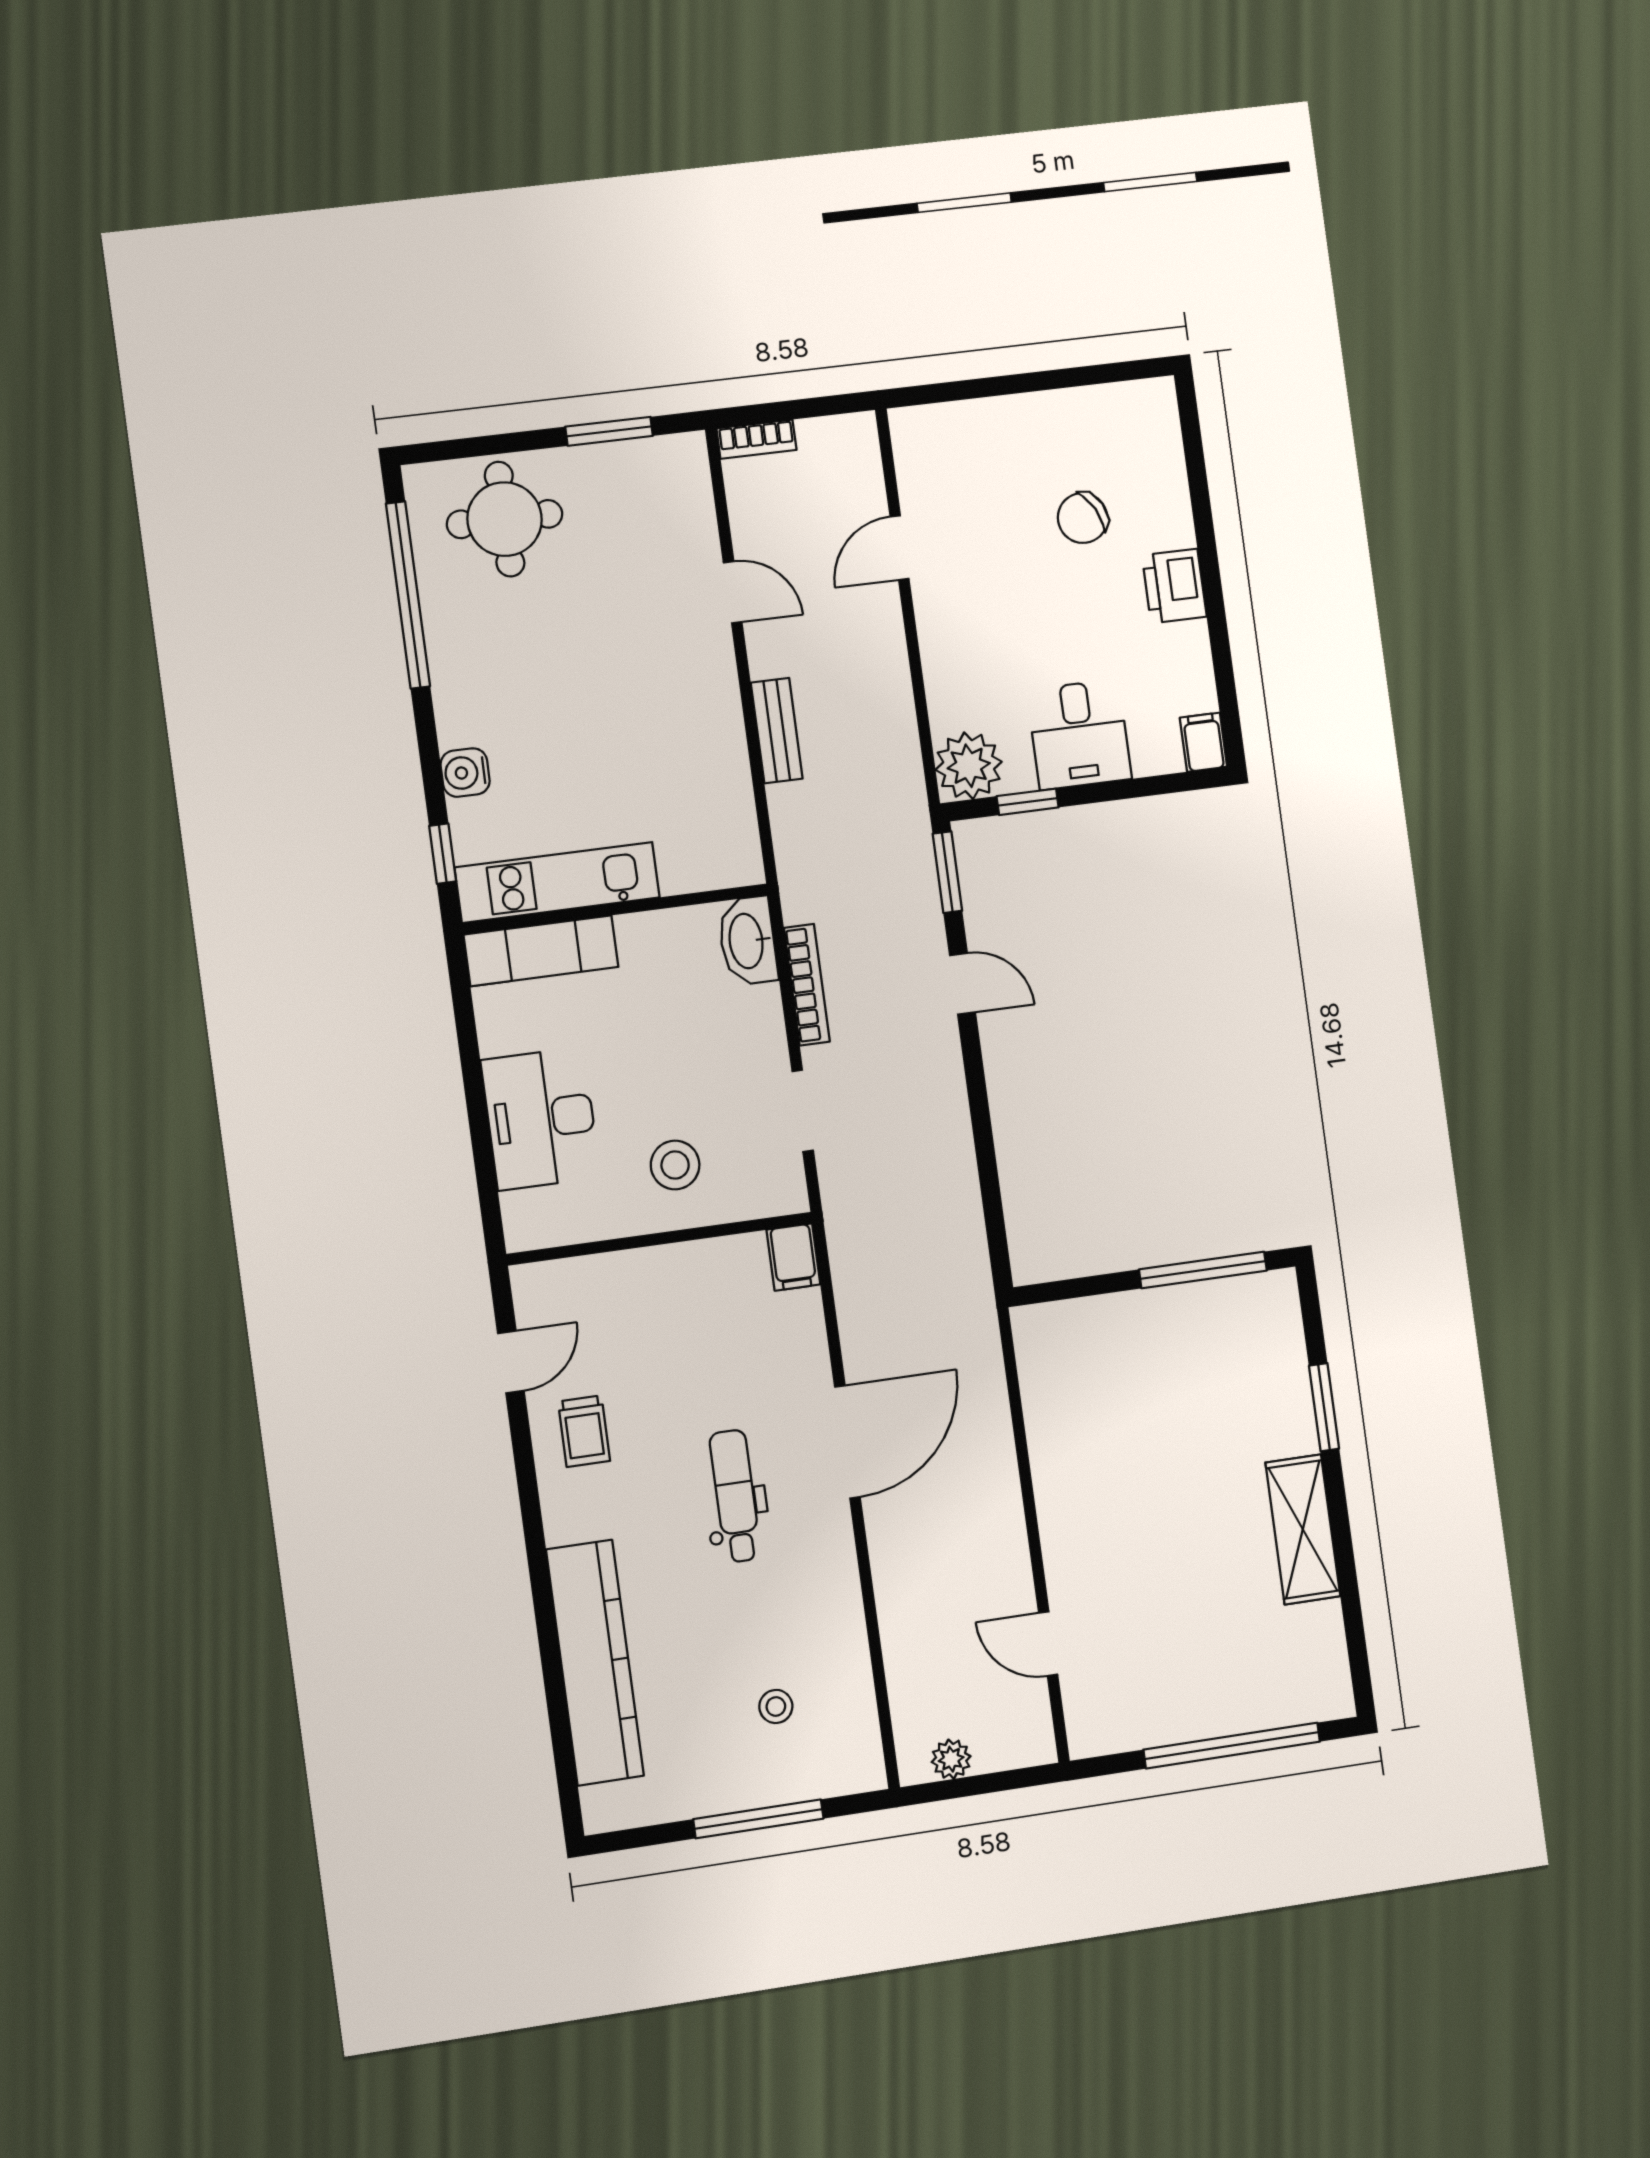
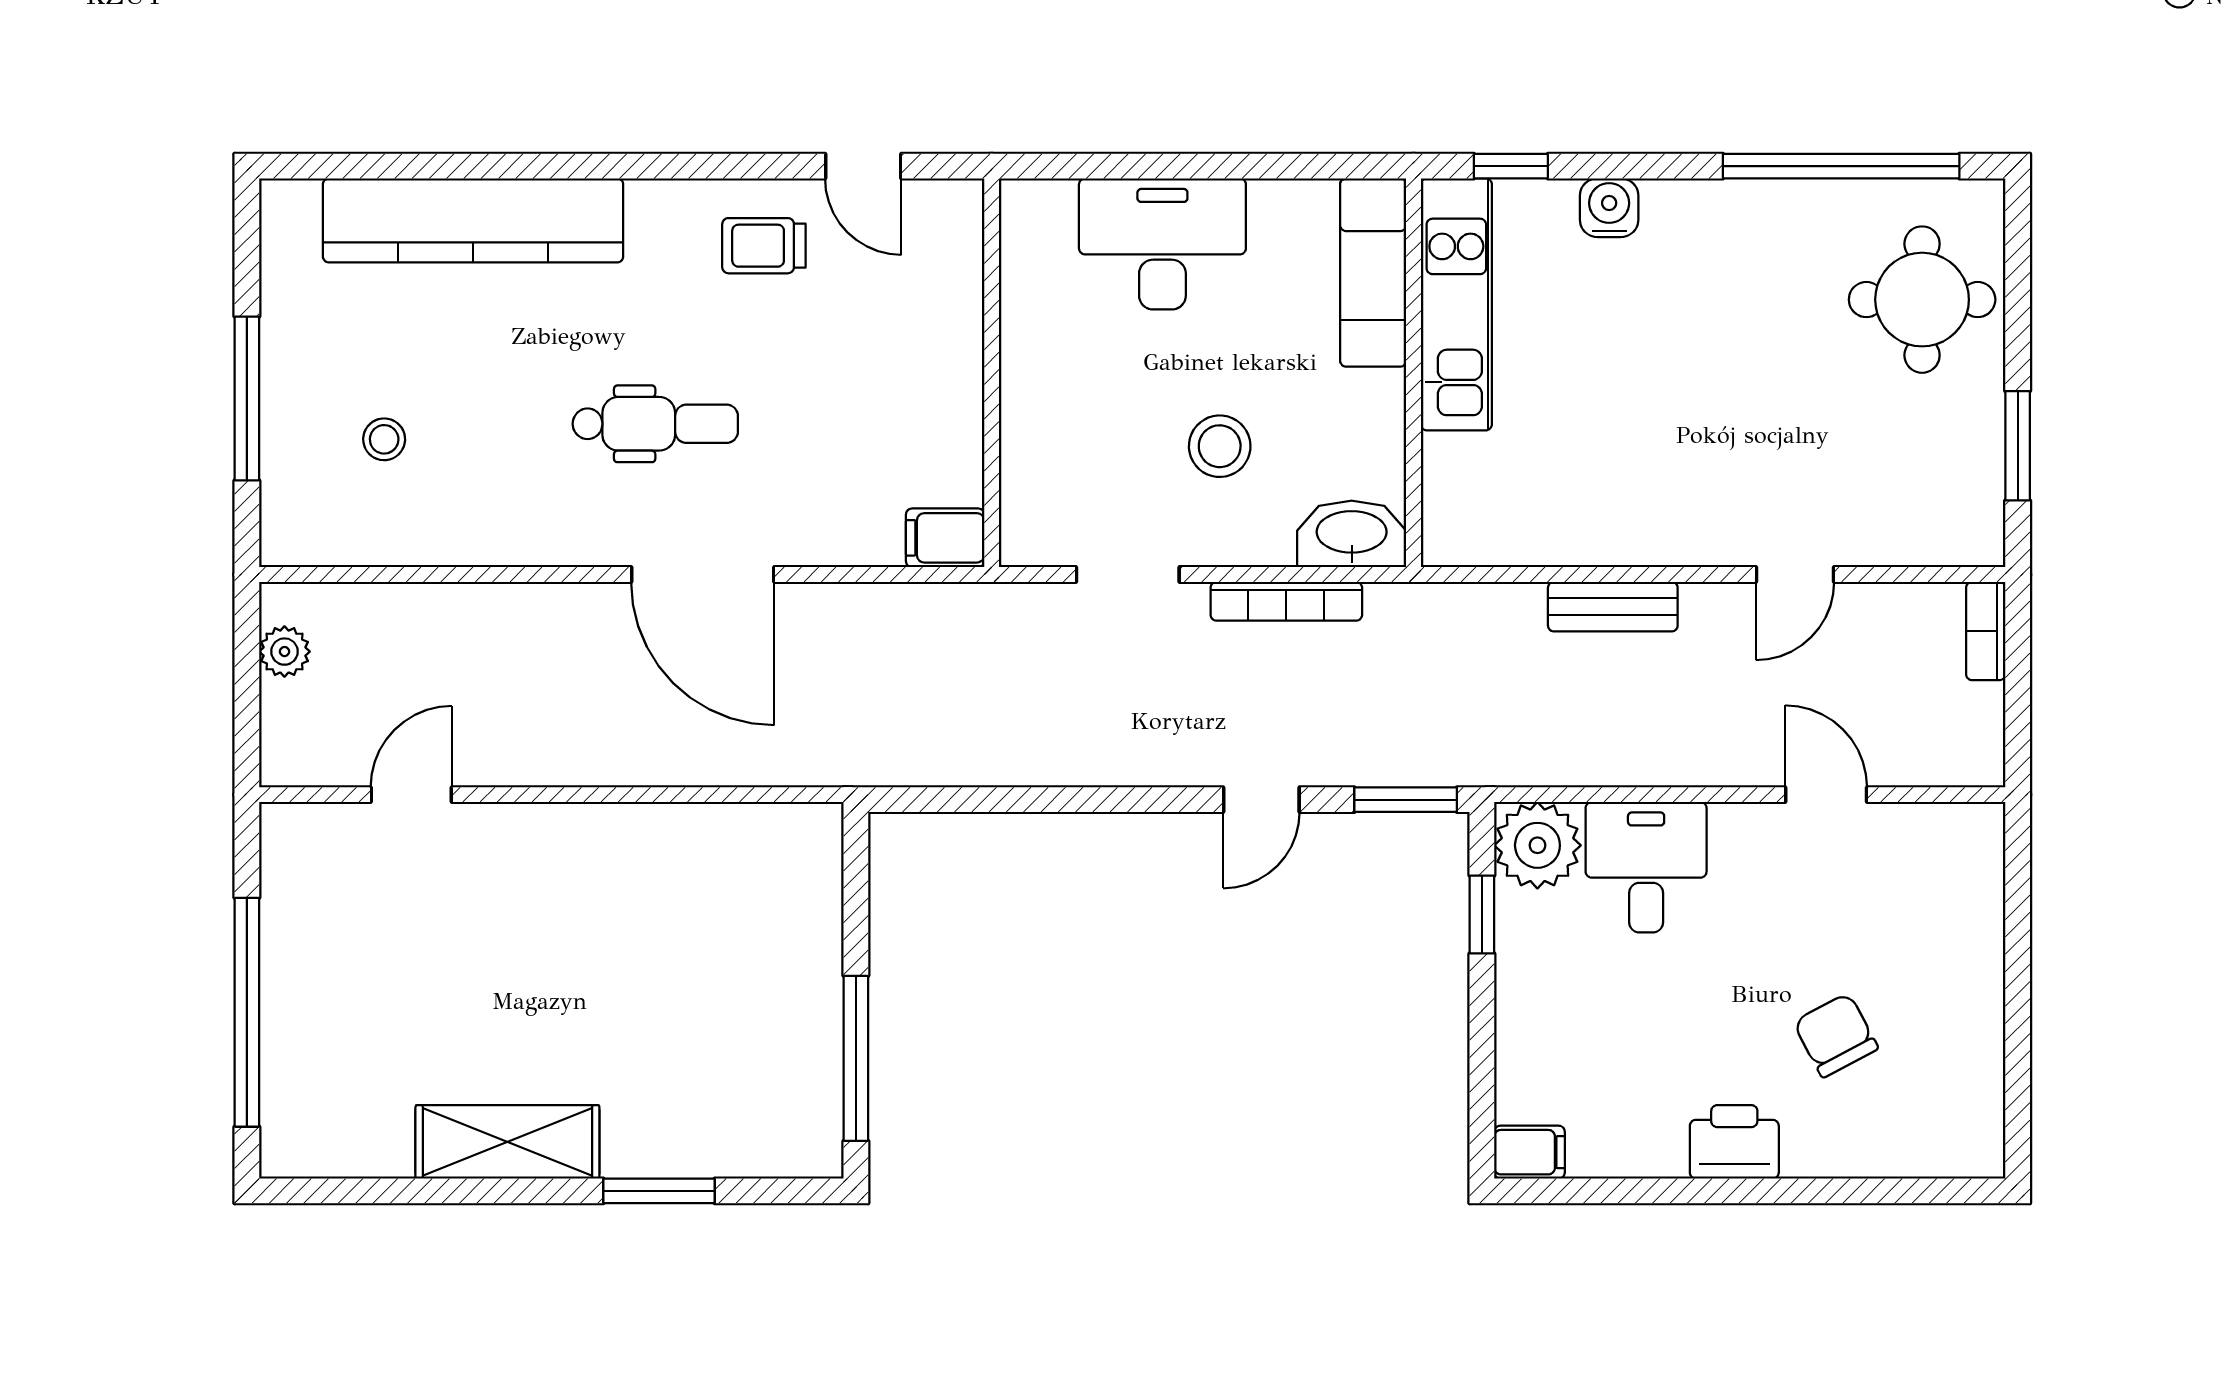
desk: (1079, 735) -> (1646, 867), moved, turned 90
stool: (675, 1165) -> (1220, 446), moved

